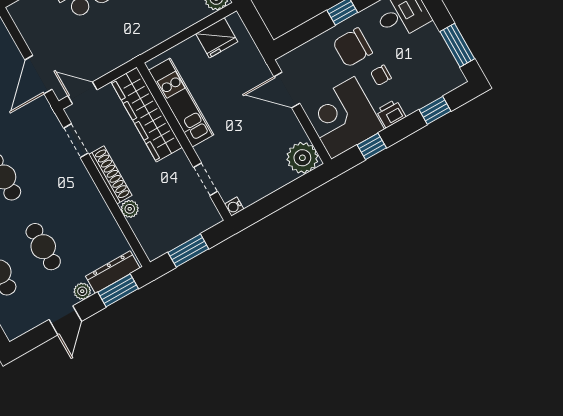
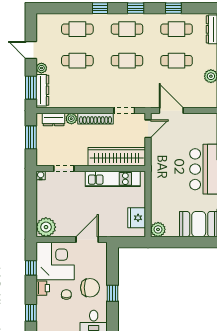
chair: (353, 47) -> (90, 288), turned 90
dresser: (145, 233) -> (54, 120), added

